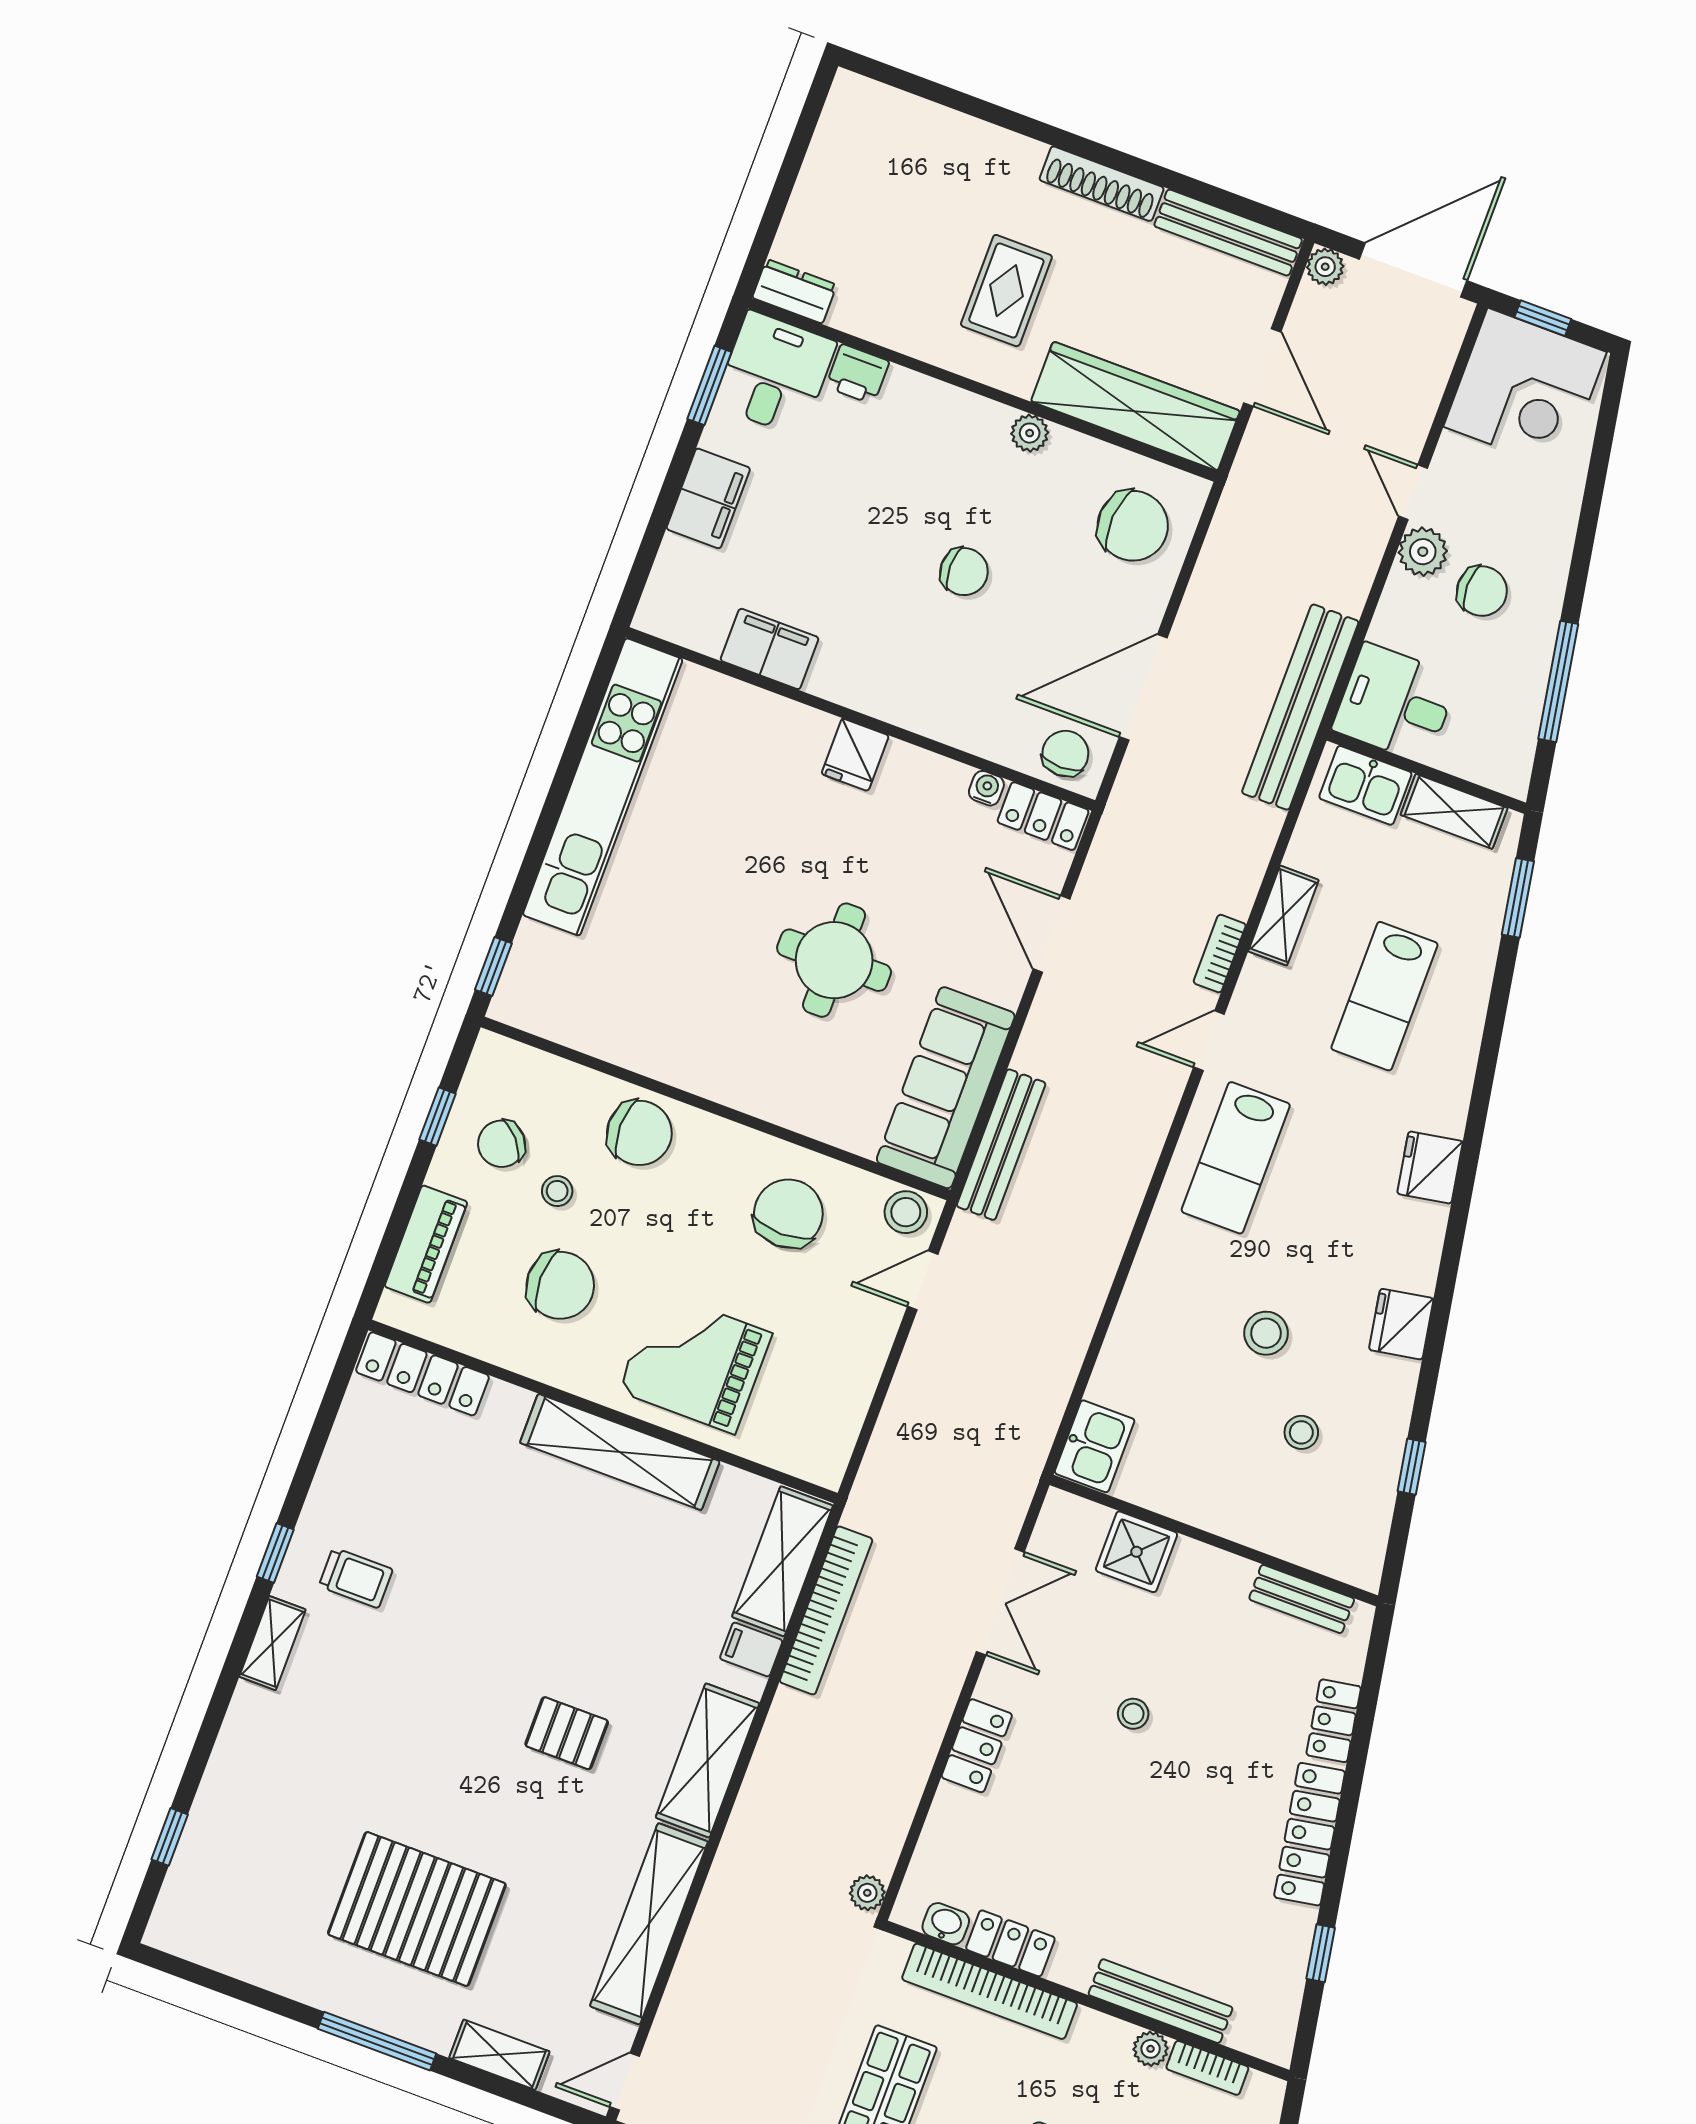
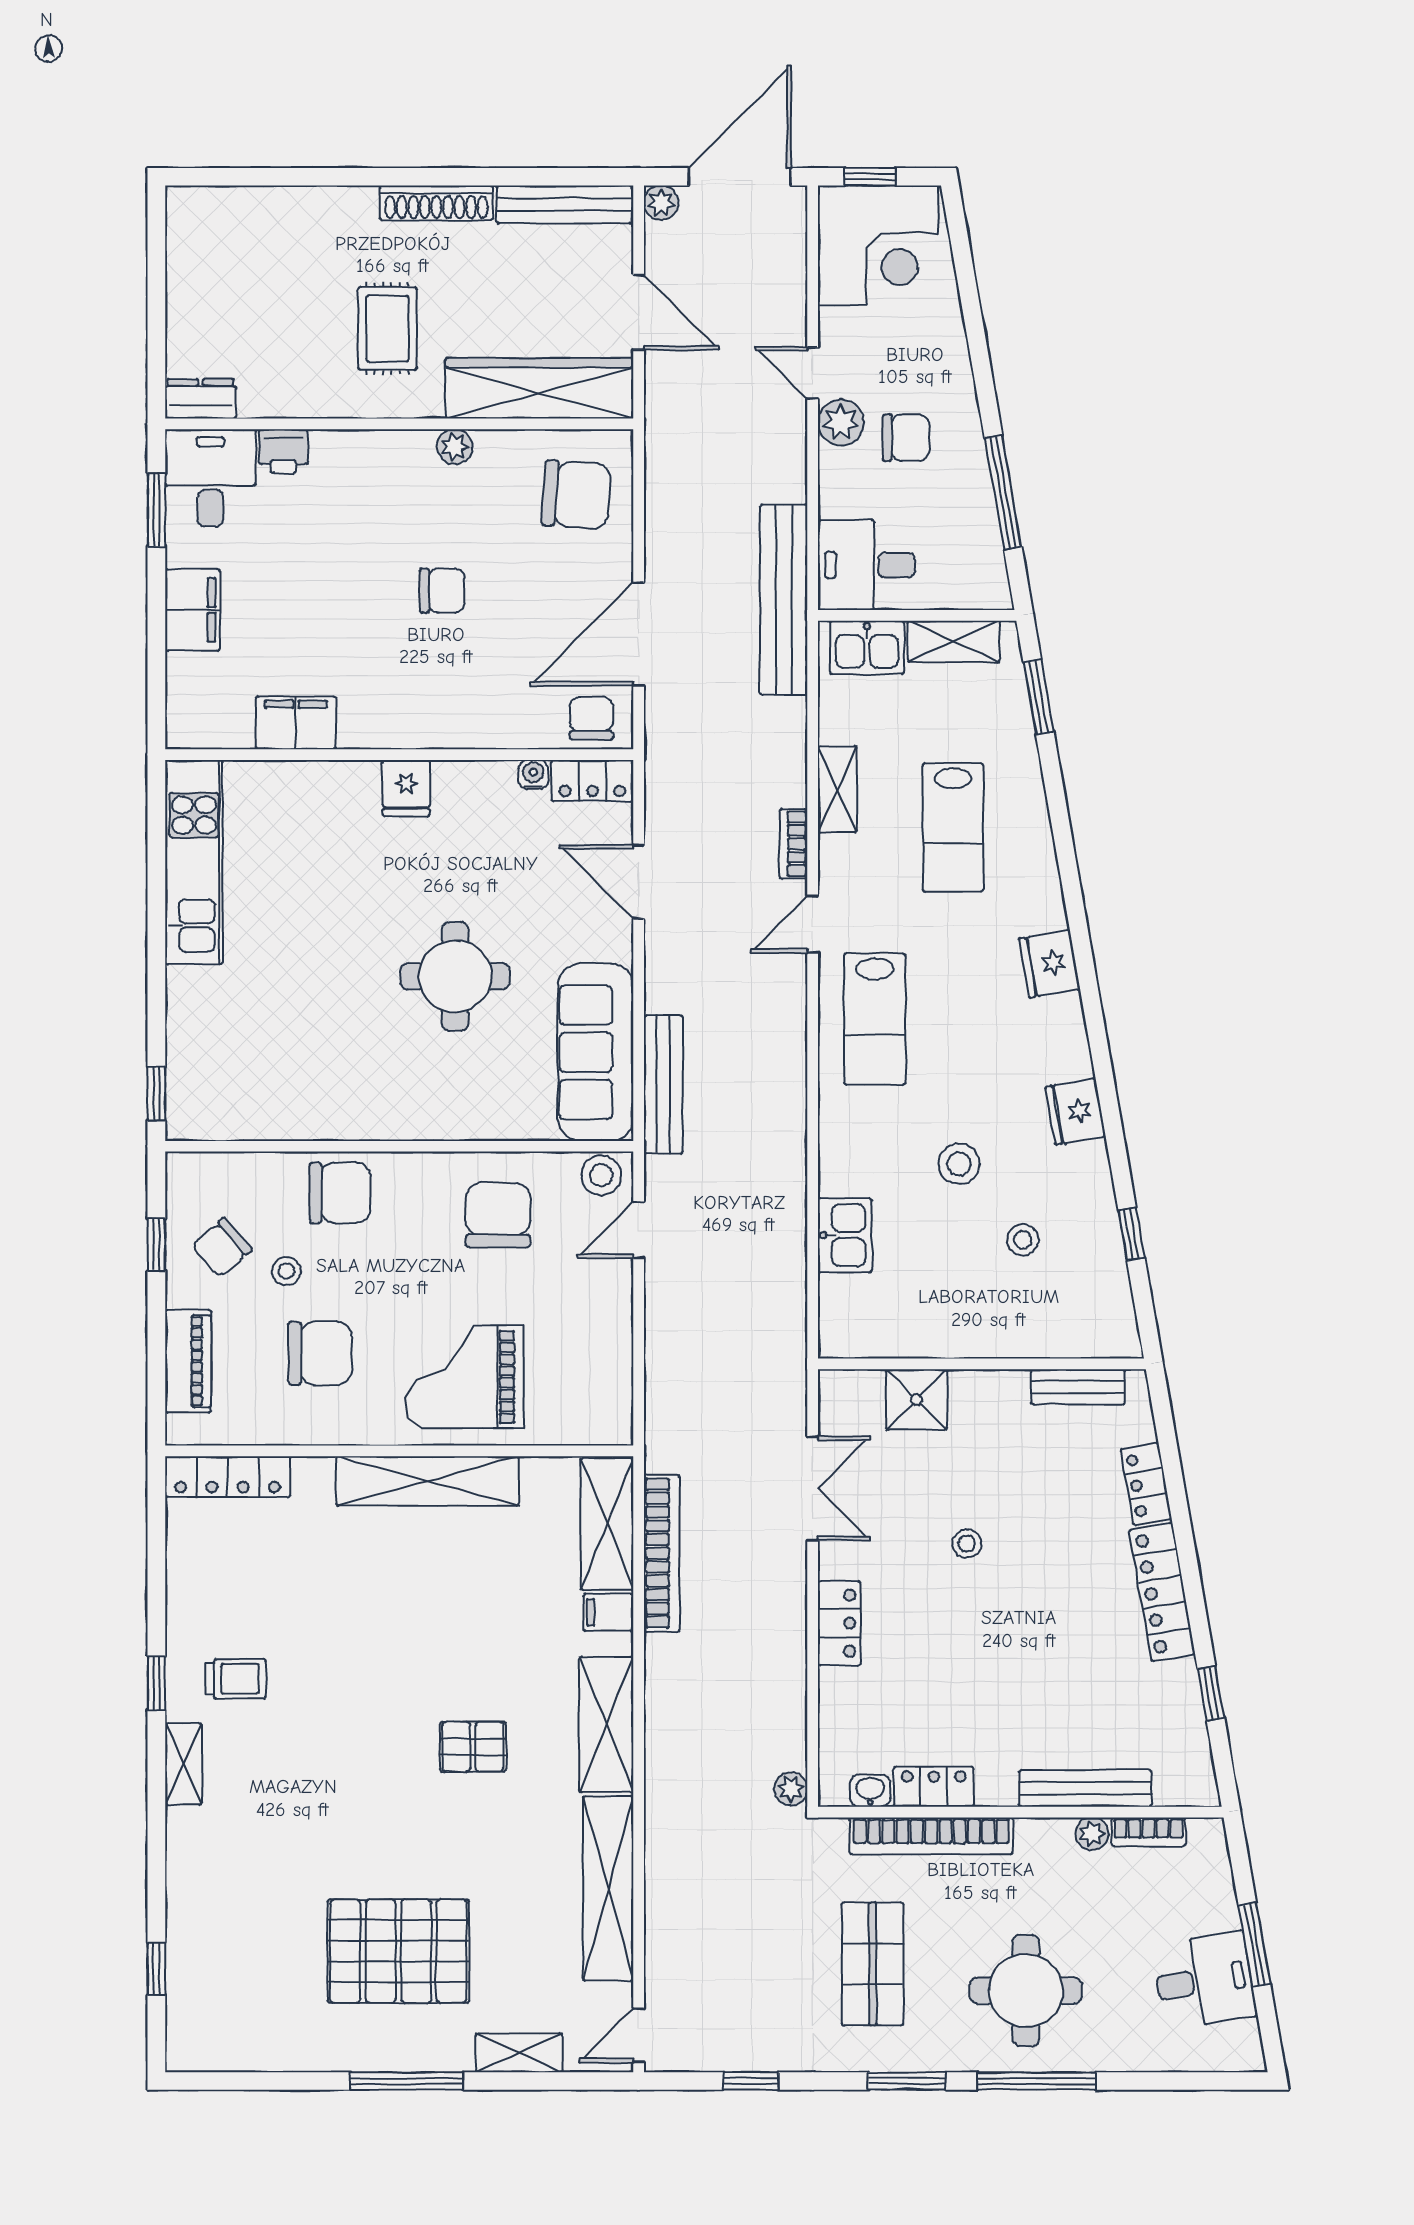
kitchen unit: (603, 787) -> (194, 862), width x0.73
kitchen sink: (1095, 1446) -> (845, 1235), moved

